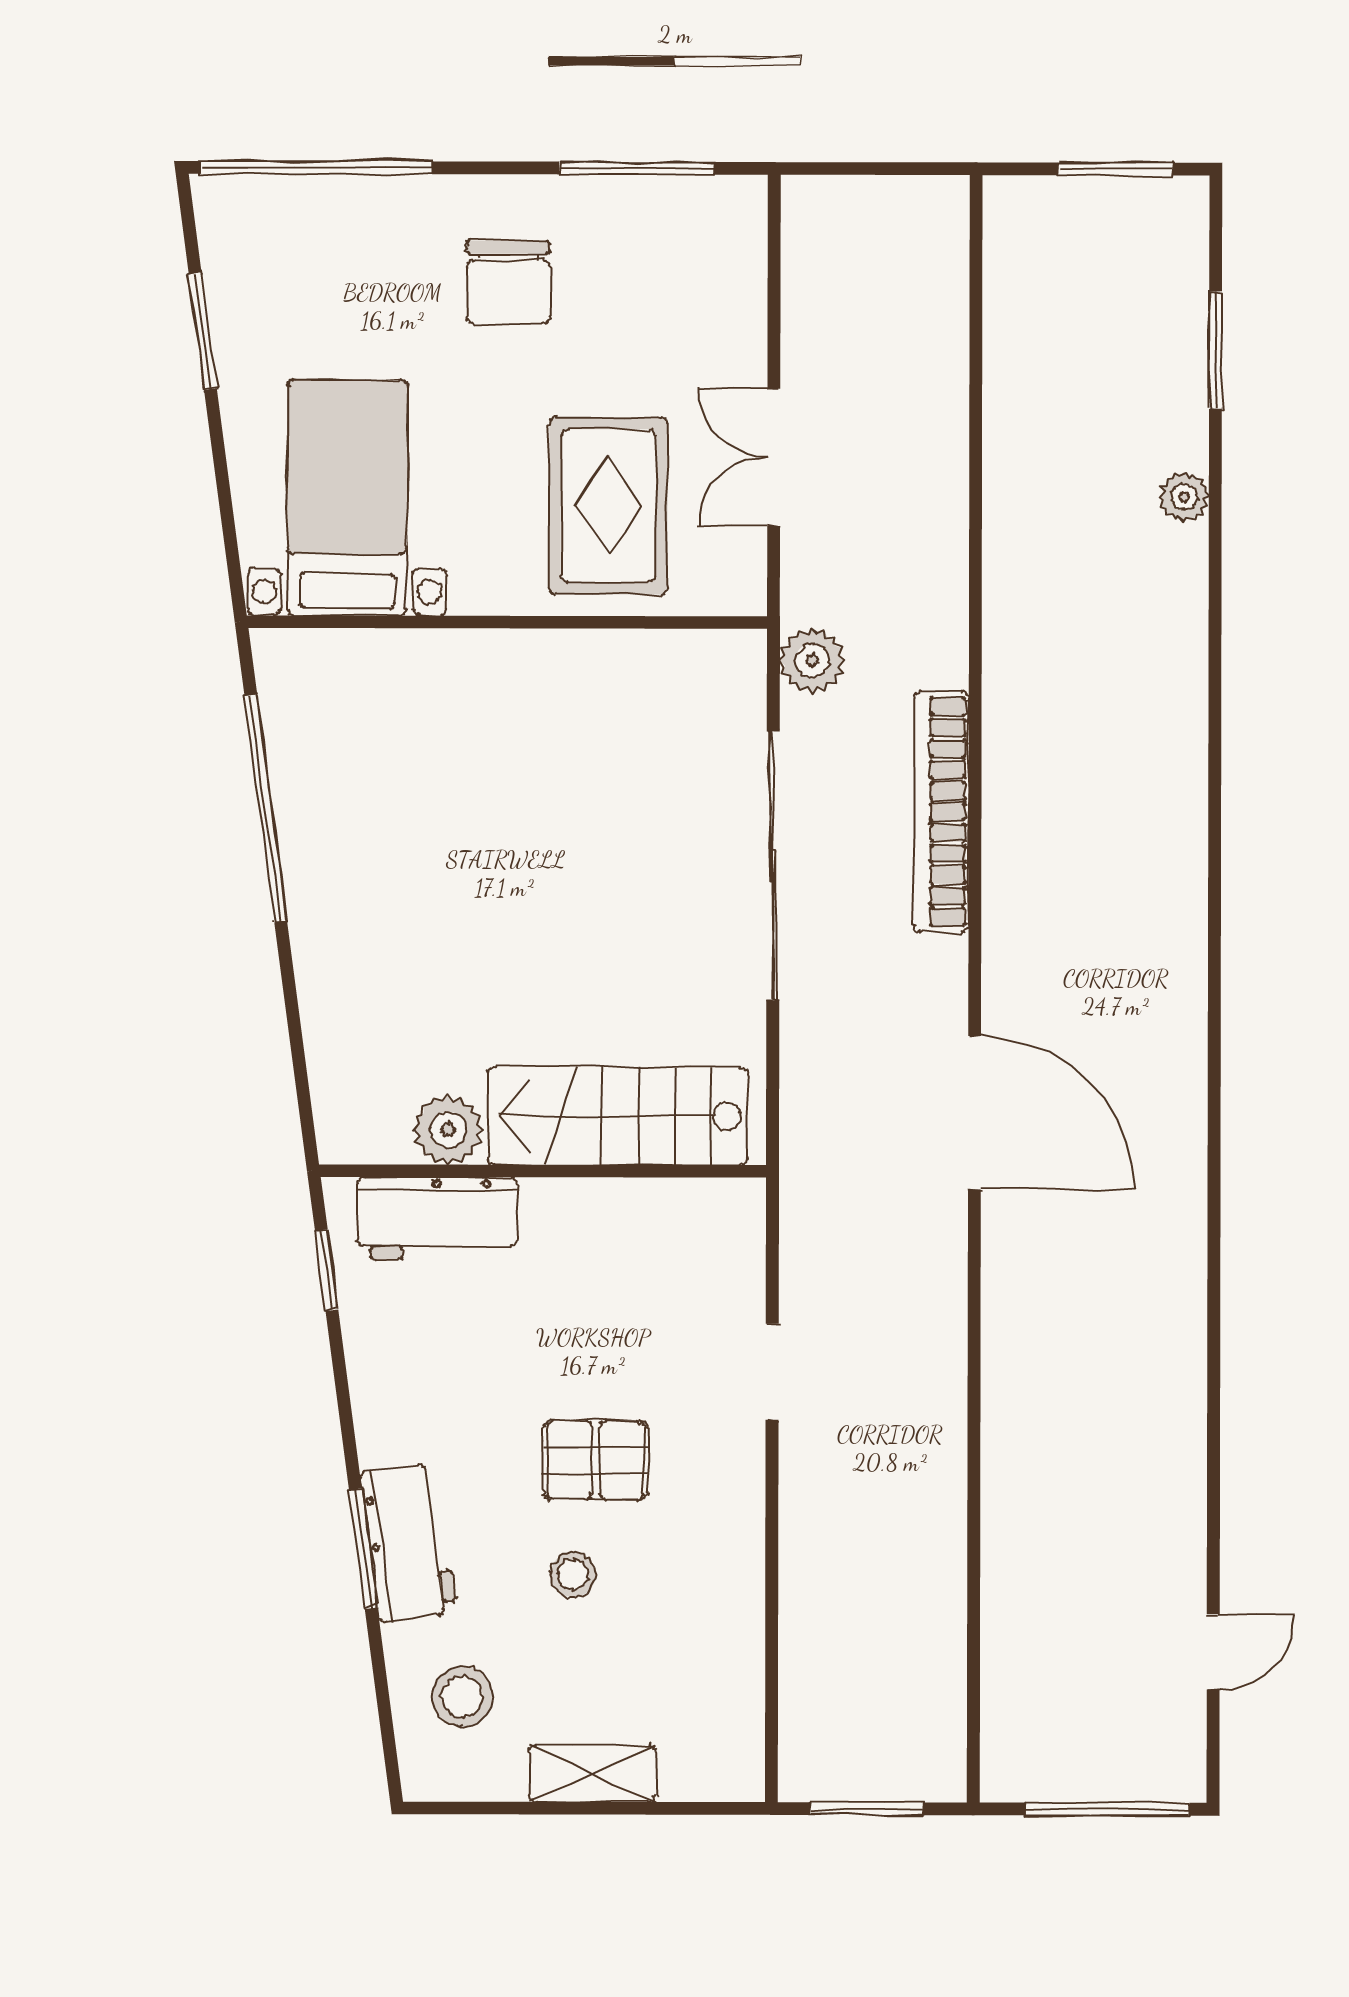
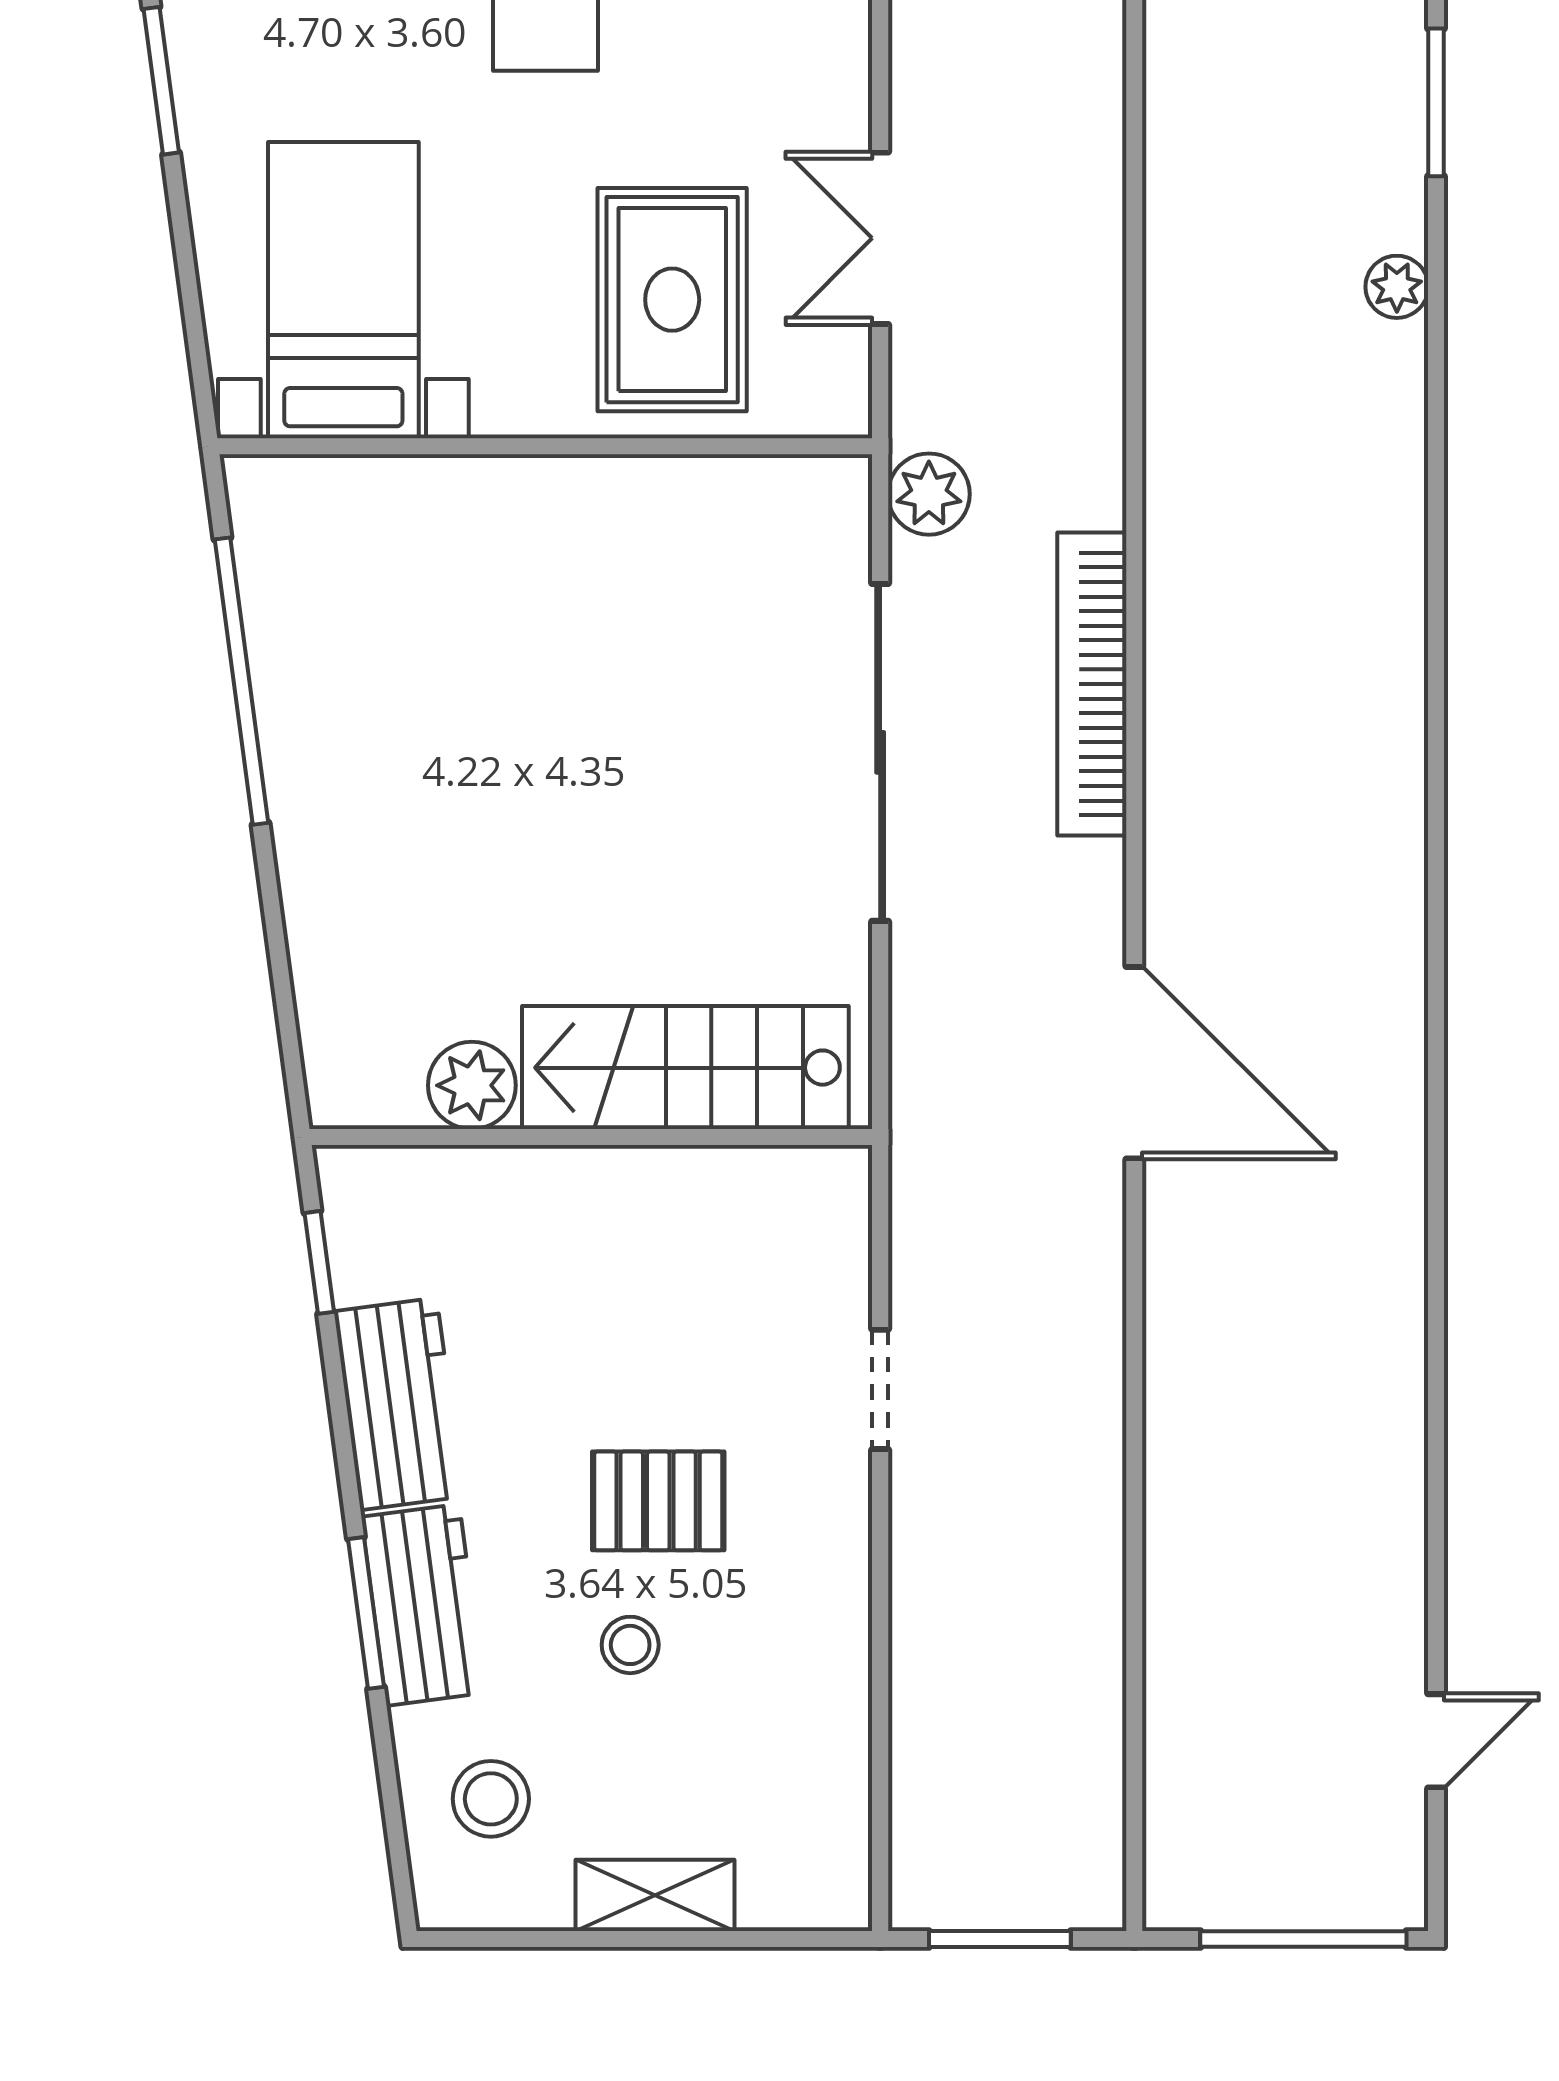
workbench: (437, 1218) -> (398, 1404), moved, turned -98

